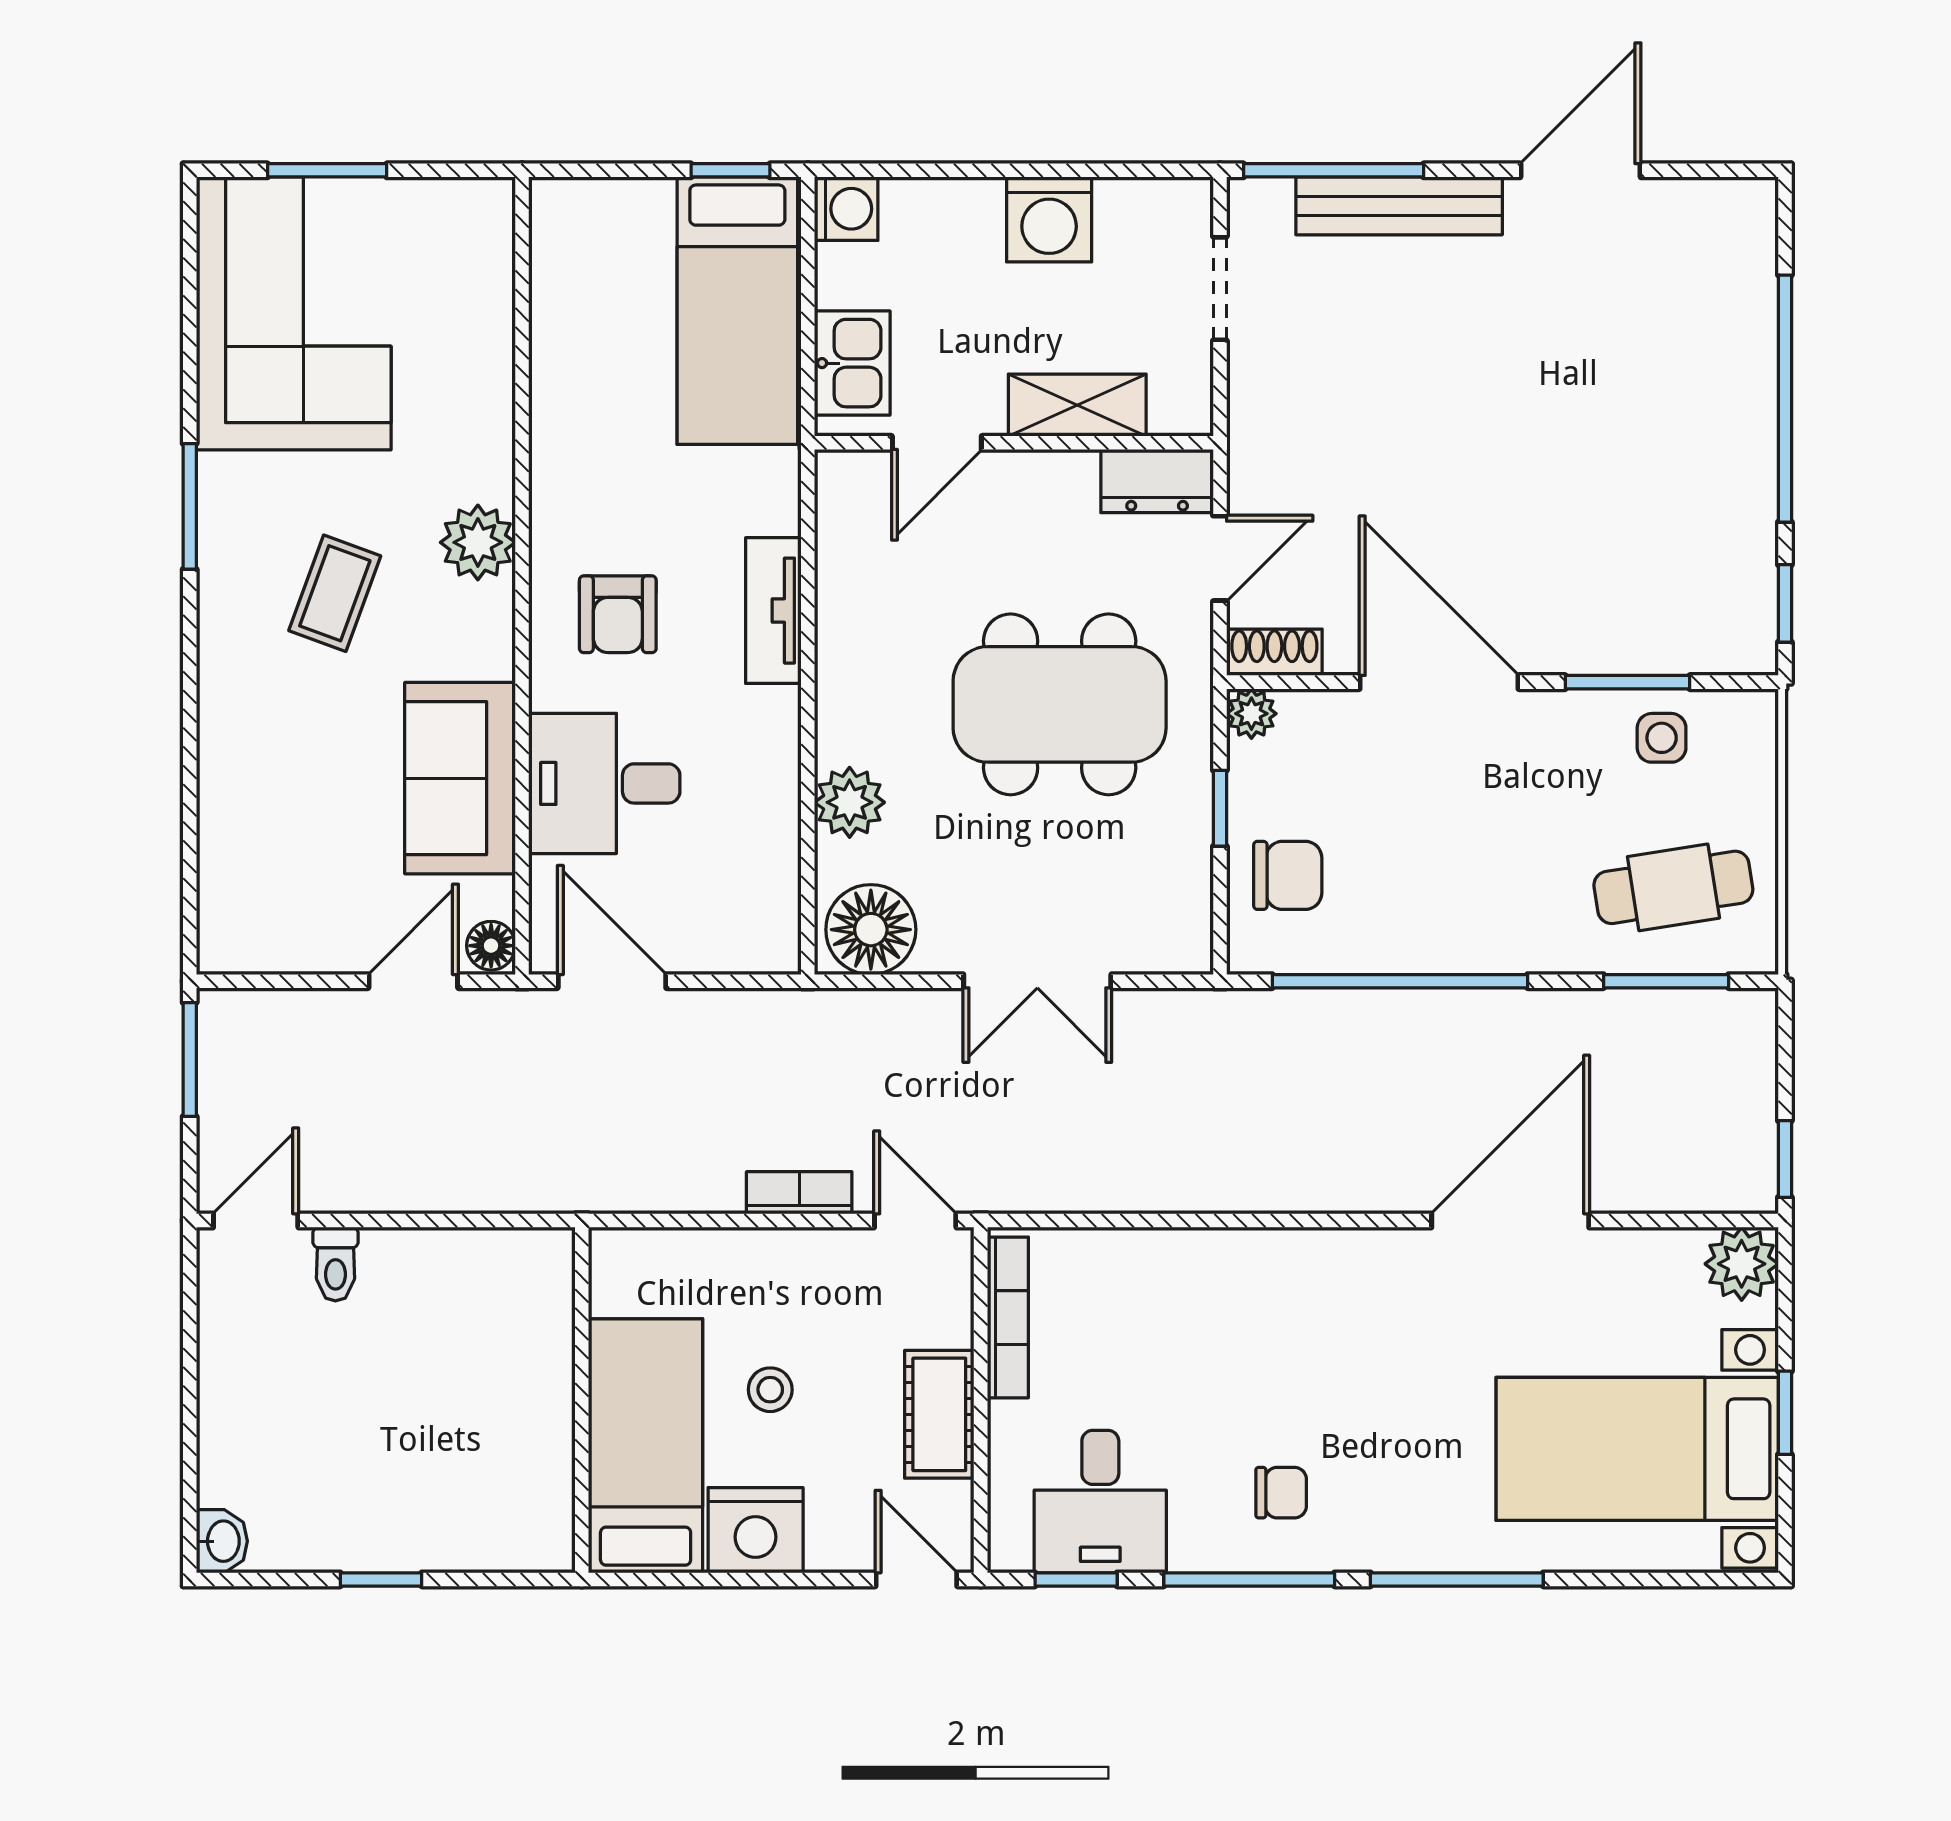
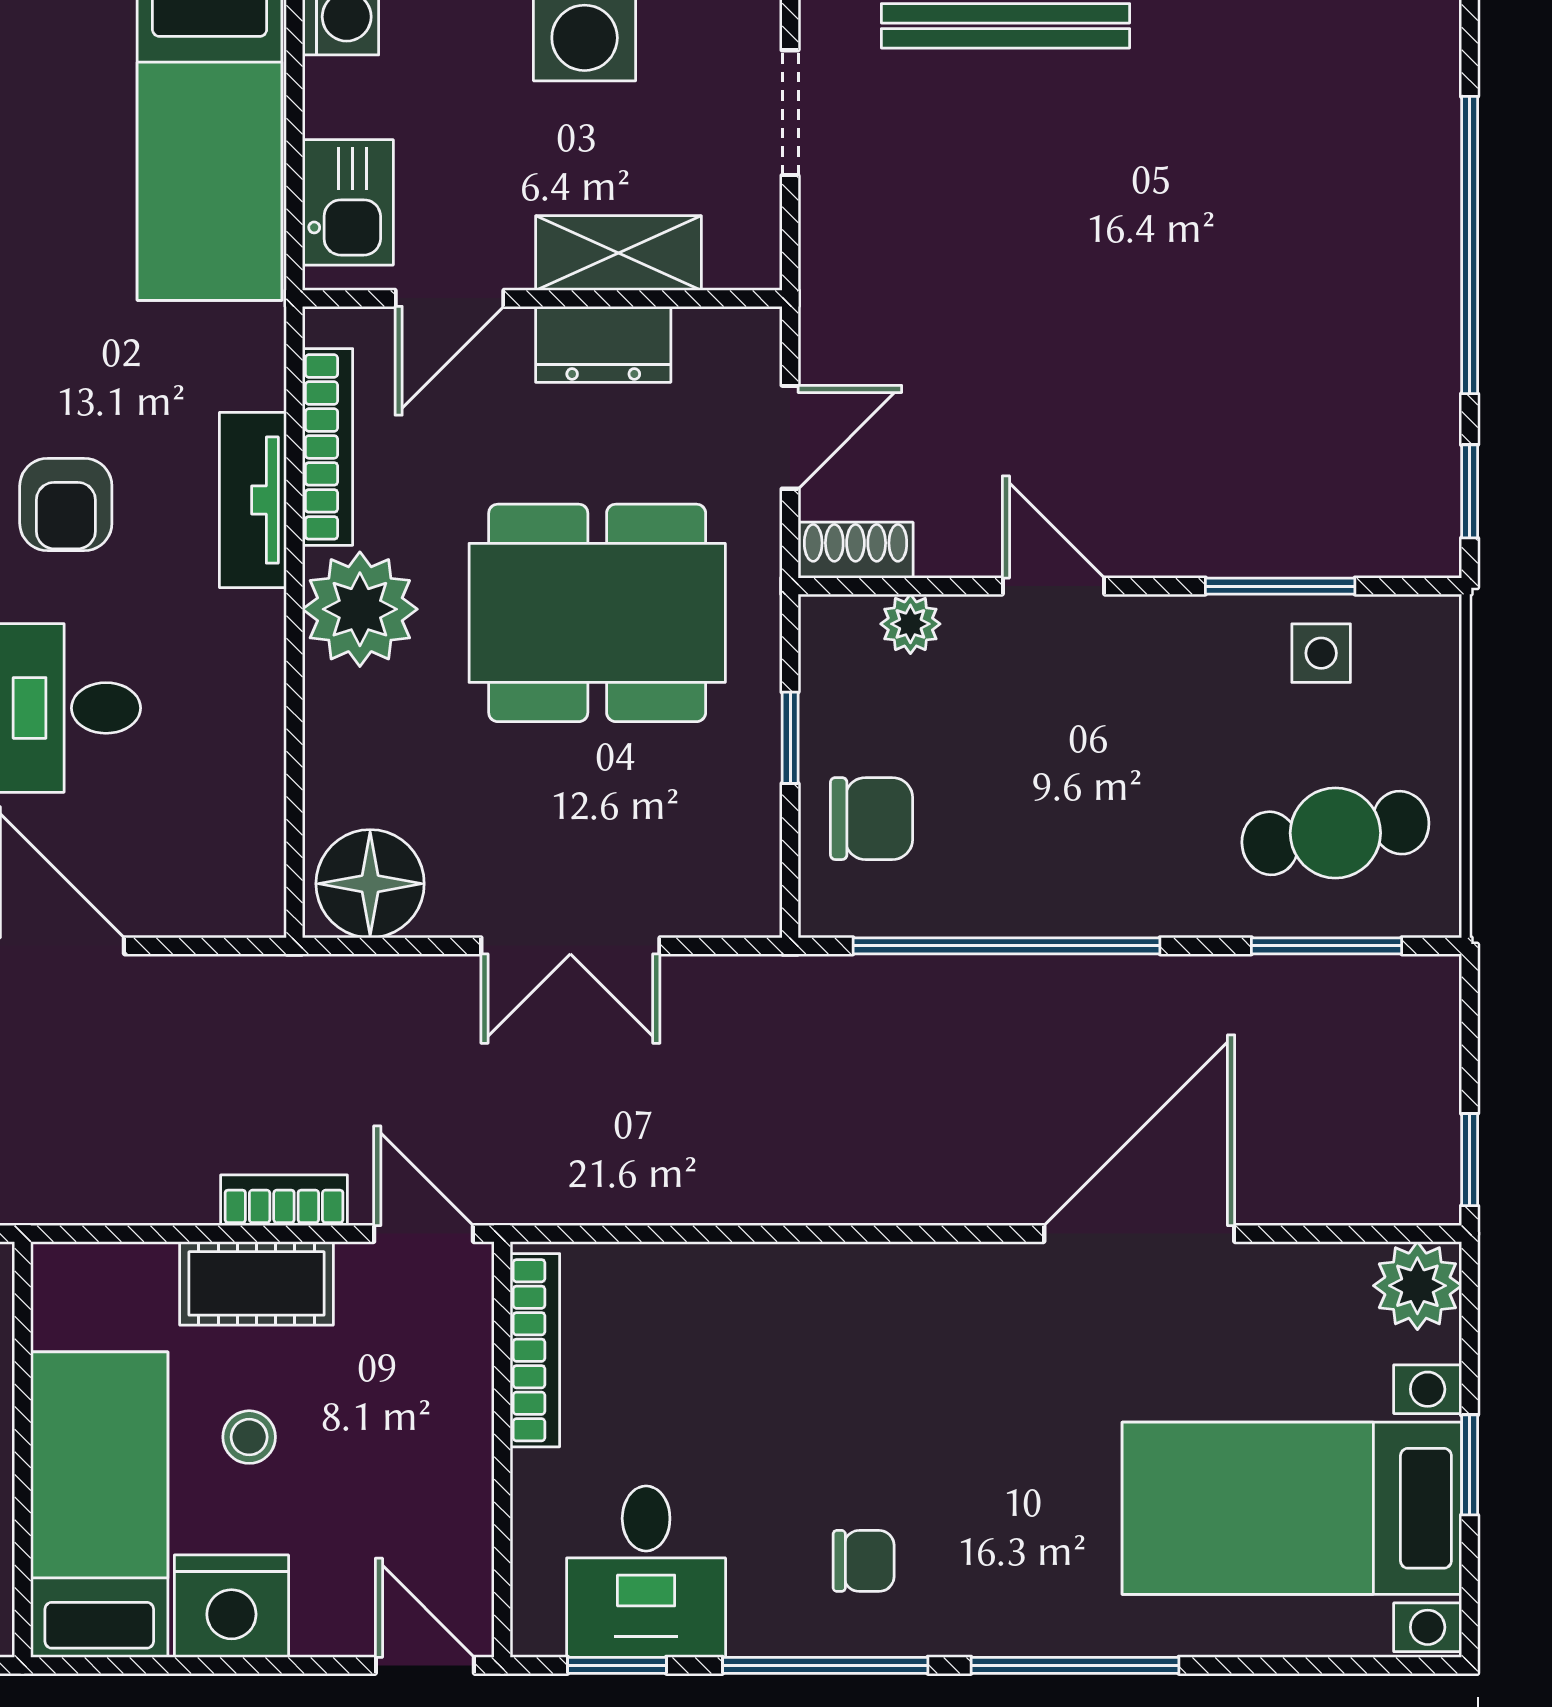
dresser: (1157, 481) -> (603, 344), moved
bookcase: (835, 566) -> (328, 447), added
door: (1439, 682) -> (1053, 586), width x0.53
plant: (1251, 714) -> (910, 624), moved
plant: (850, 802) -> (360, 609), moved, width x1.36, depth x1.36
cot: (939, 1414) -> (256, 1283), moved, turned 90

